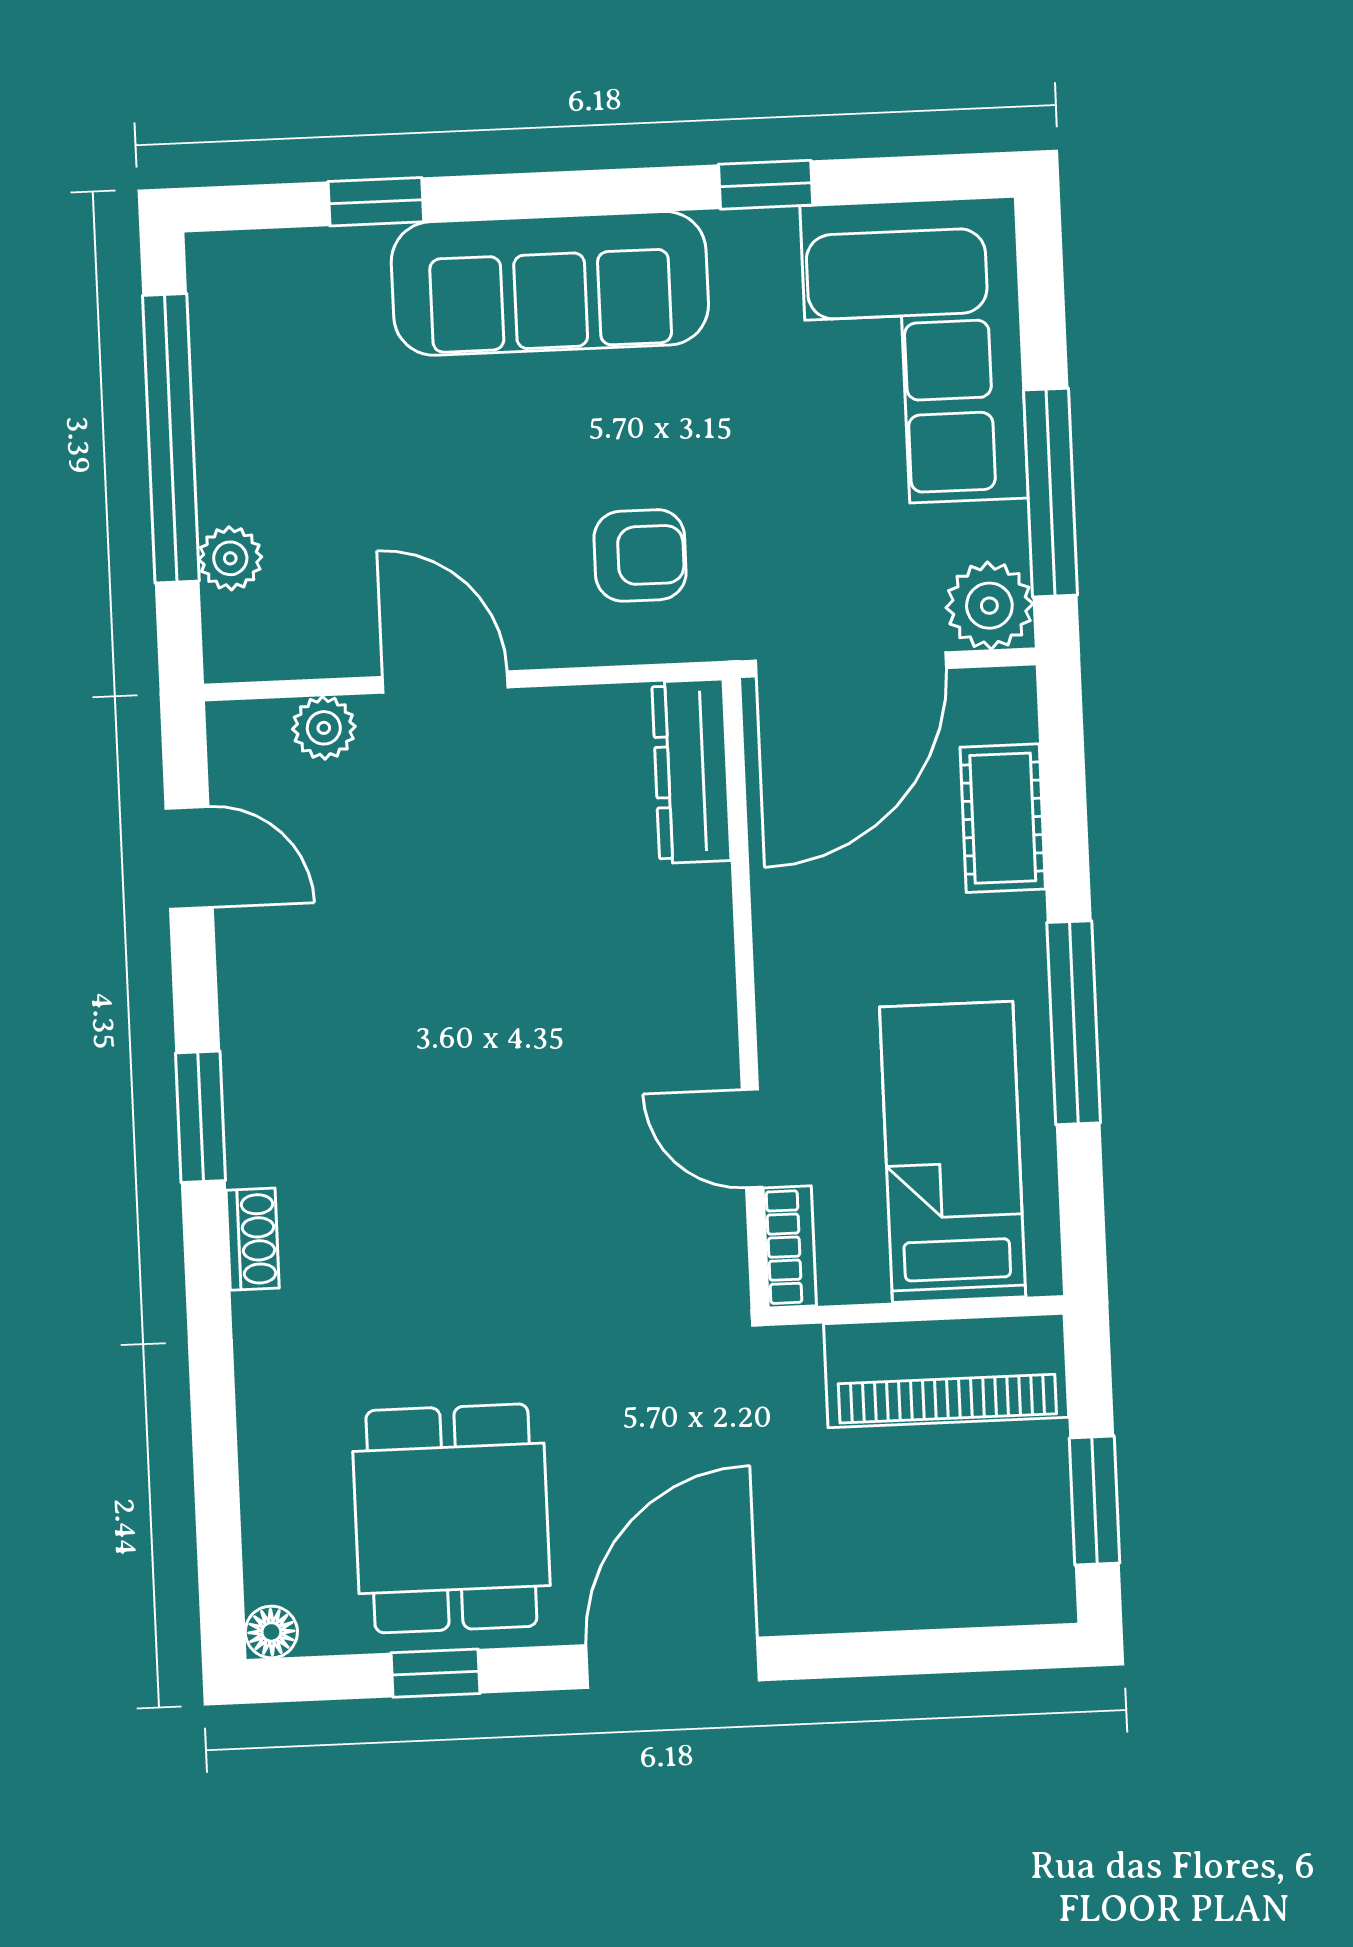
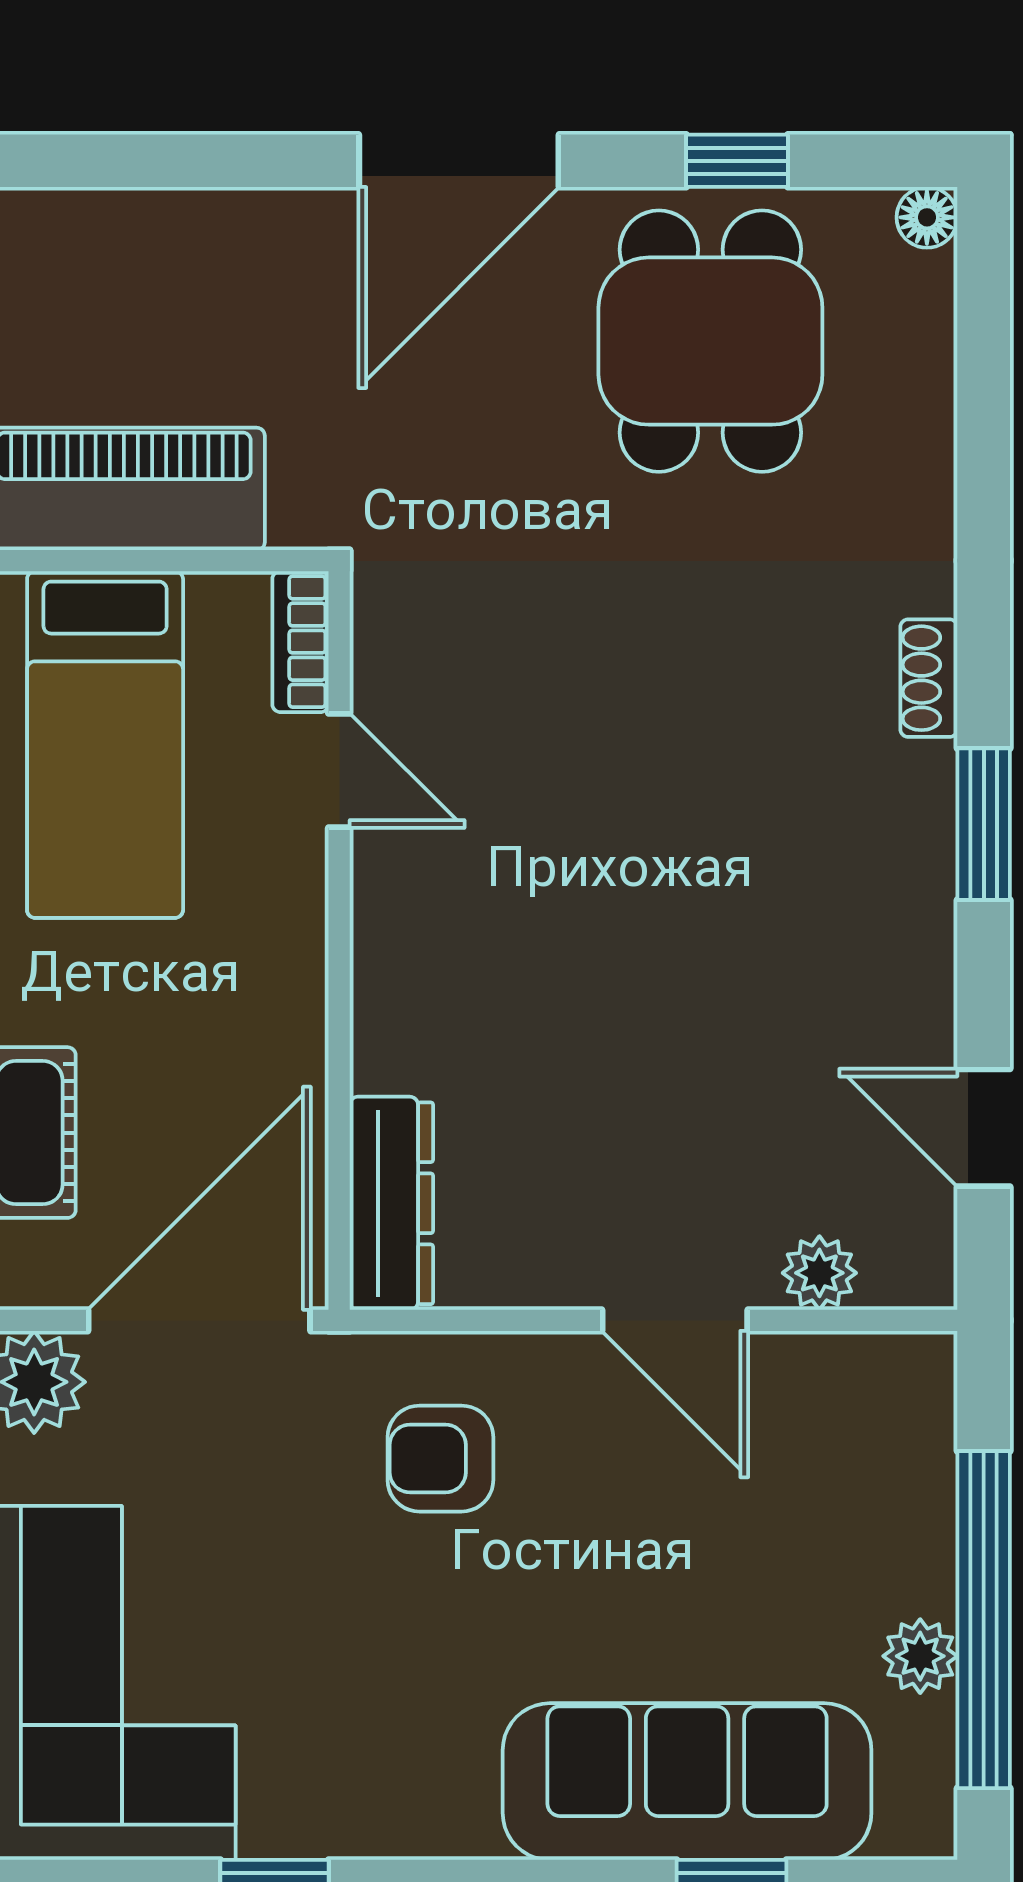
sofa: (550, 283) -> (687, 1782), moved
plant: (230, 558) -> (920, 1656), moved

